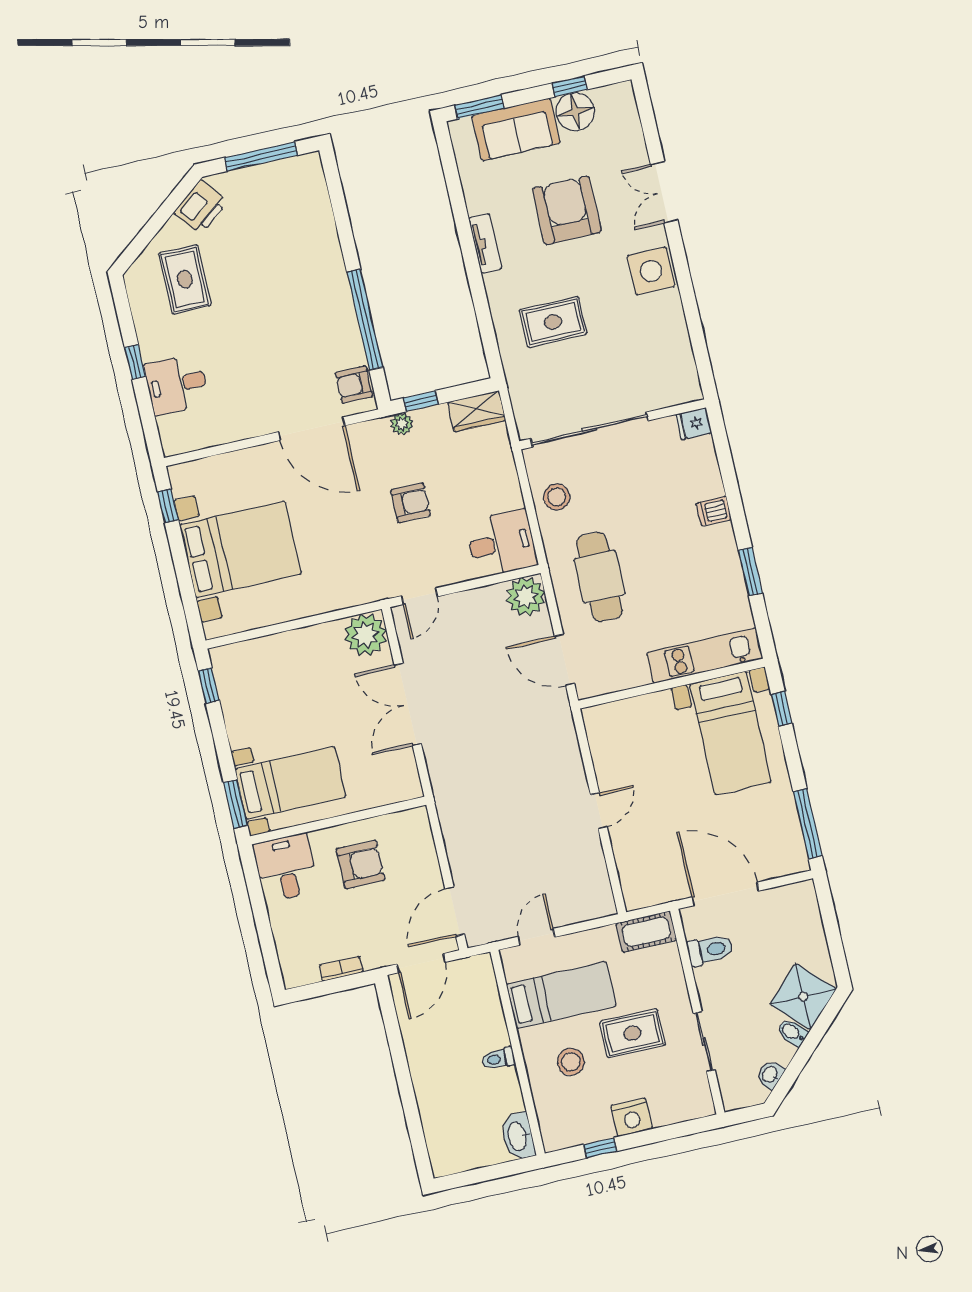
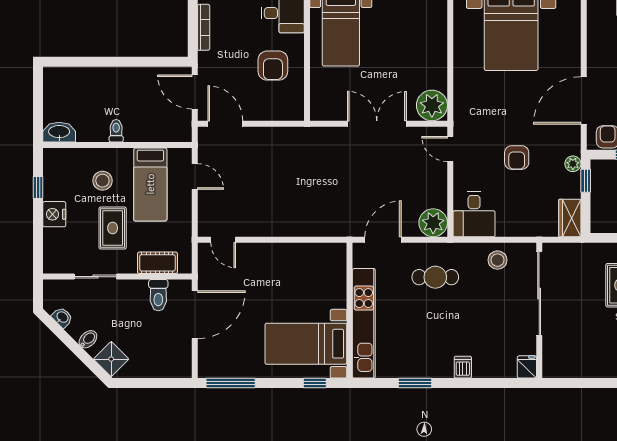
cafe table: (599, 577) -> (435, 277), width x0.73, depth x0.74
kitchen unit: (705, 656) -> (364, 323), width x1.36
door: (599, 811) -> (223, 240), moved
cot: (646, 932) -> (157, 263), moved, turned 90
bookcase: (341, 969) -> (204, 27), width x1.56
shower: (803, 997) -> (111, 359), width x0.73, depth x0.73

